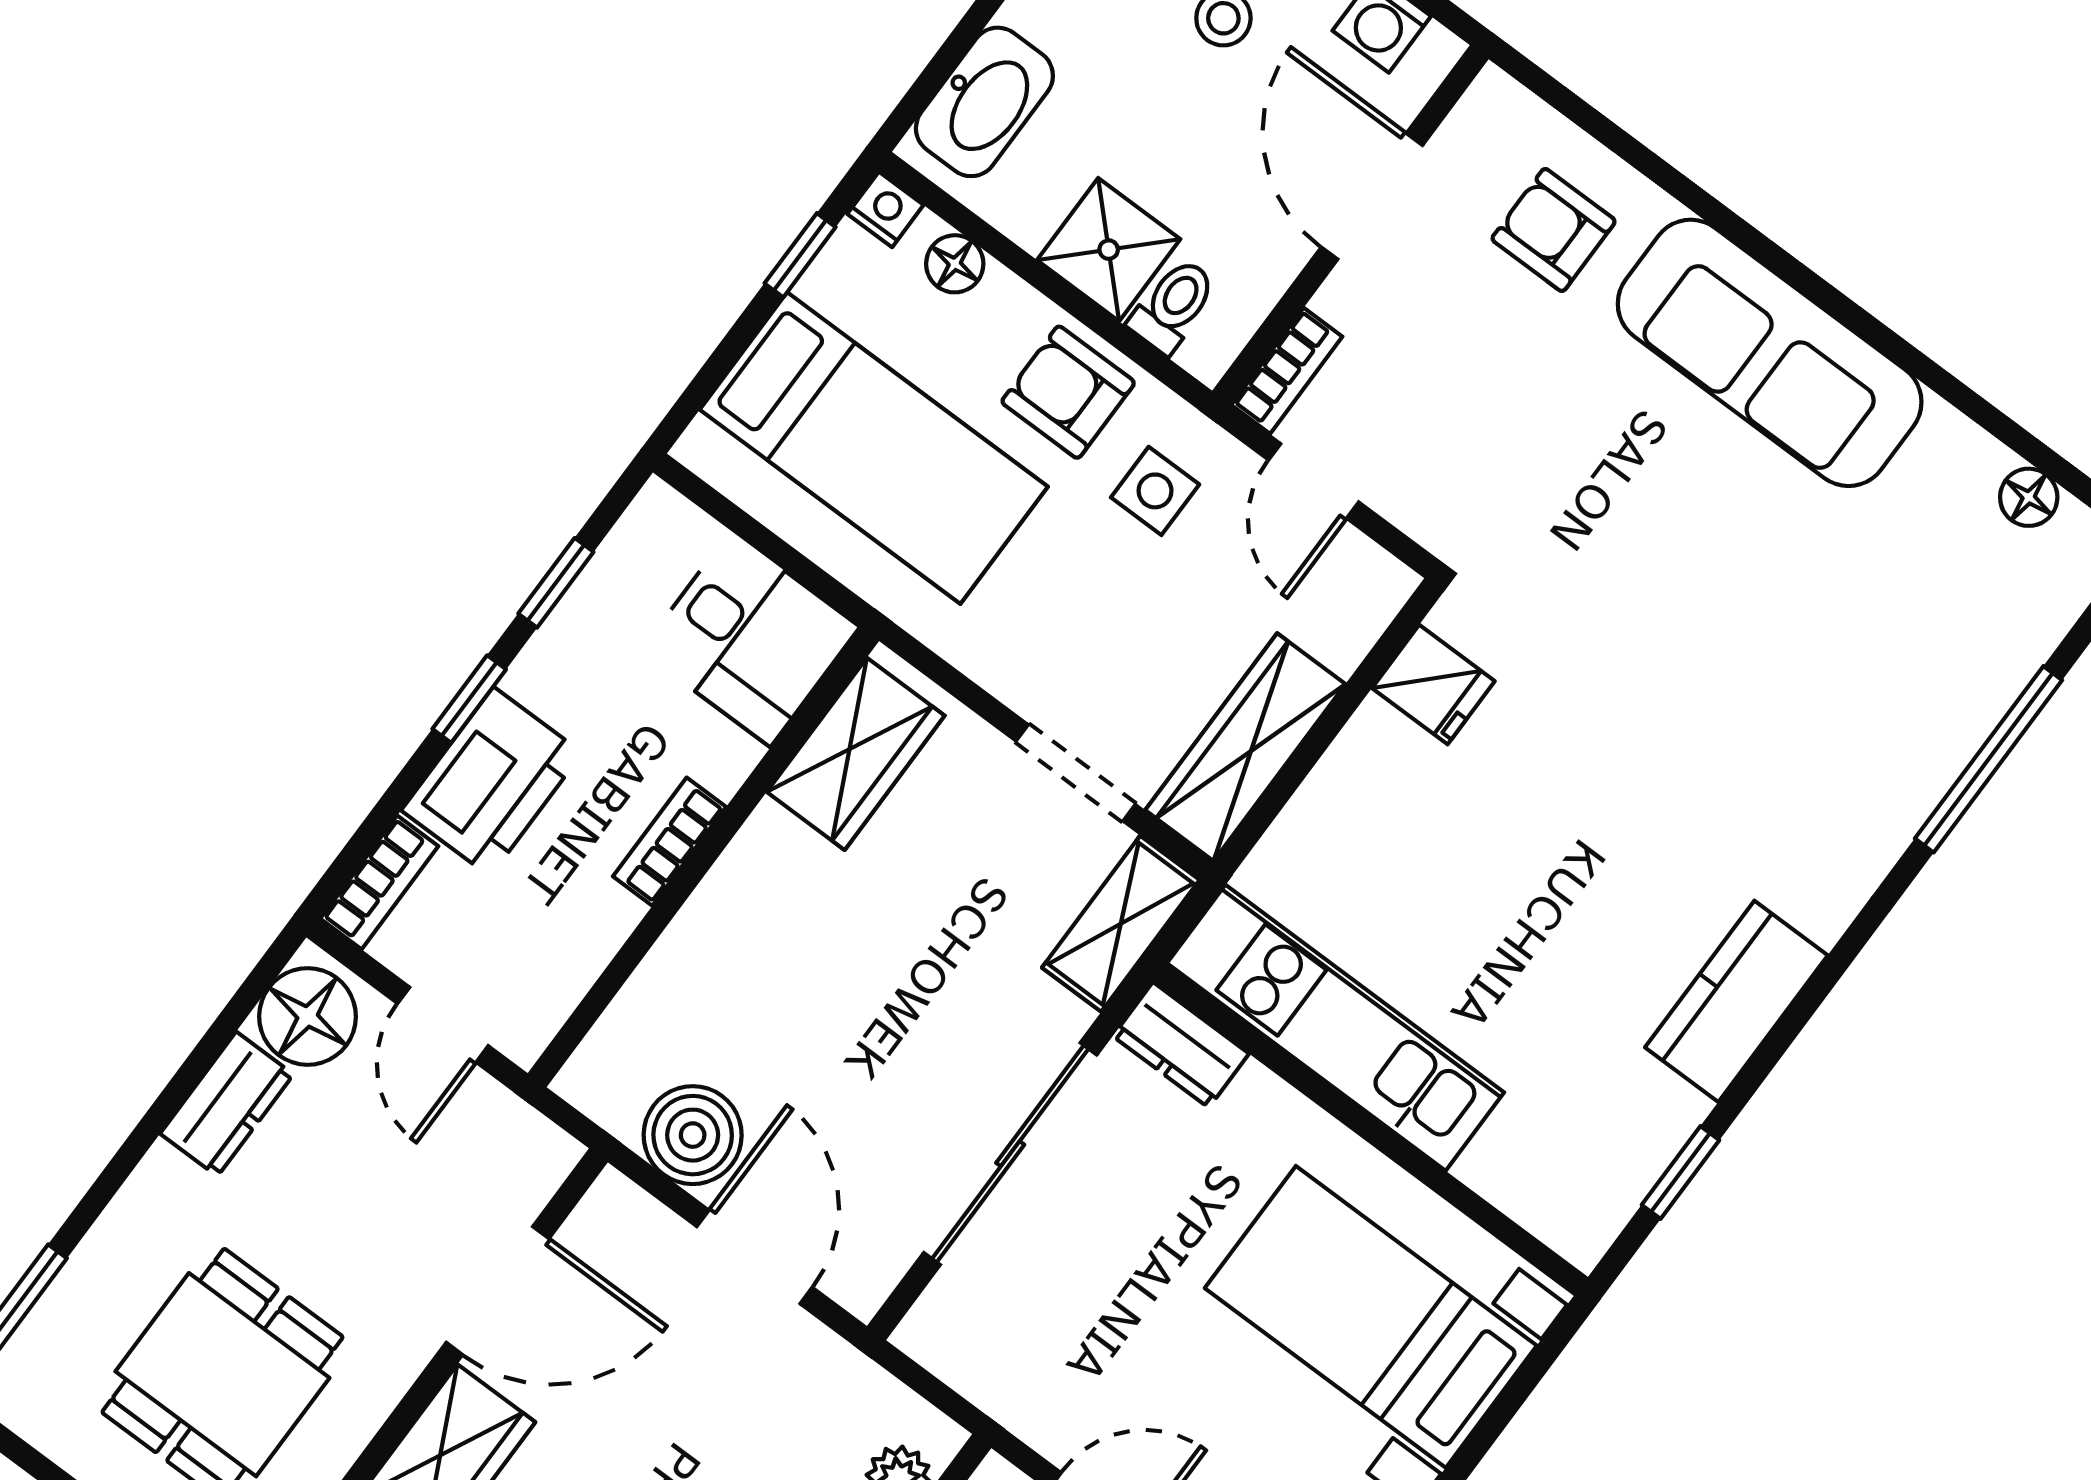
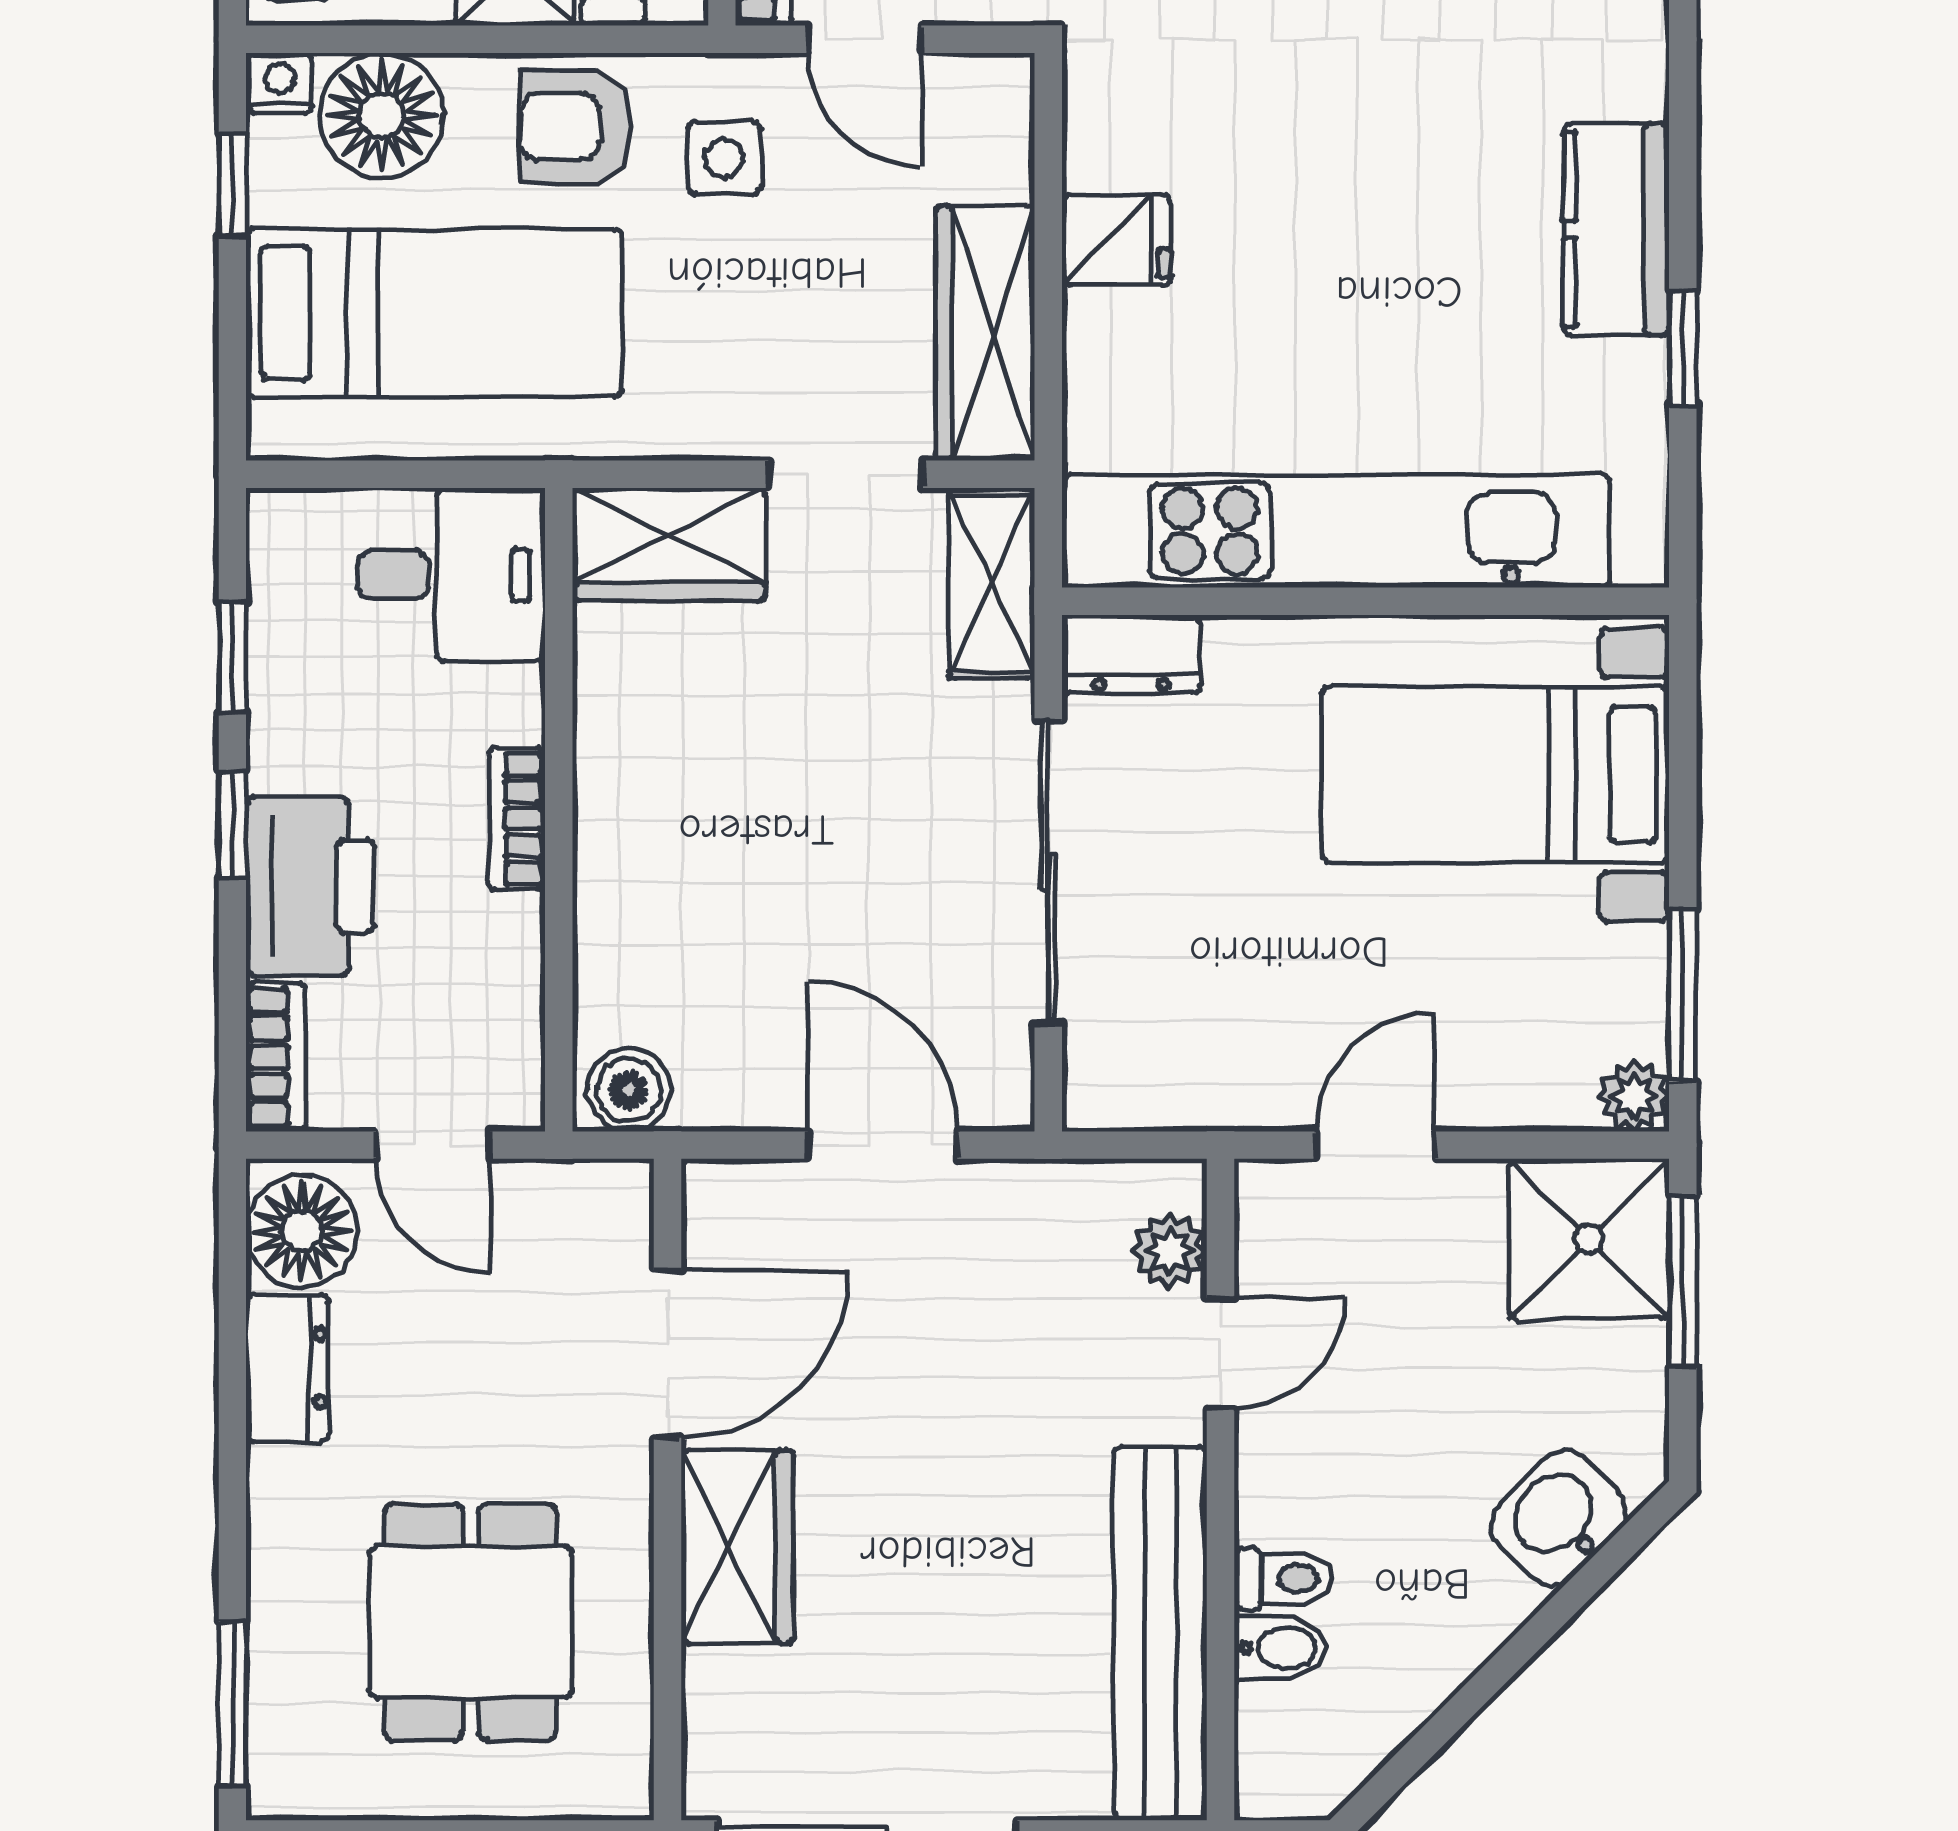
floor lamp: (955, 264) -> (382, 115), width x1.89, depth x1.89
fridge: (1433, 685) -> (1116, 240), moved
wardrobe: (856, 754) -> (669, 544), moved, turned 90
kitchen unit: (1336, 1028) -> (1336, 531), width x1.36
boiler: (693, 1135) -> (629, 1090), moved, width x0.73, depth x0.73
window: (1681, 1173) -> (1683, 348), moved

